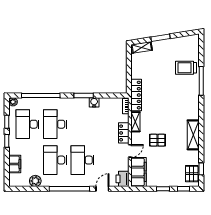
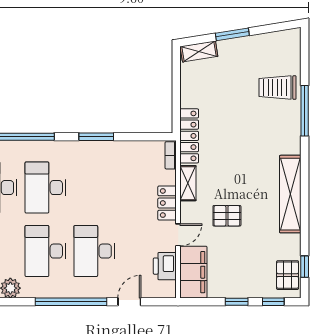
water cooler: (94, 102) -> (115, 149), removed
shelving: (193, 135) -> (290, 194), width x1.47
printer: (122, 179) -> (165, 266), moved

